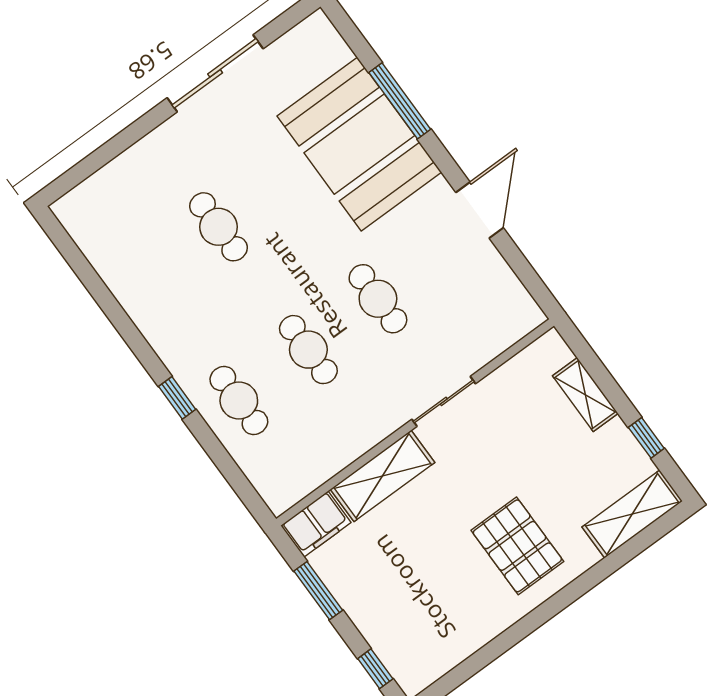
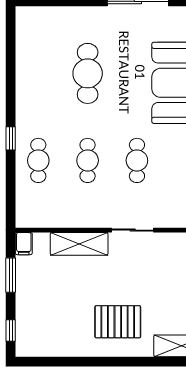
cafe table: (219, 227) -> (88, 73), width x1.37, depth x1.35
filing cabinet: (316, 524) -> (24, 244), width x0.50
pallet: (517, 546) -> (118, 322), turned 90

